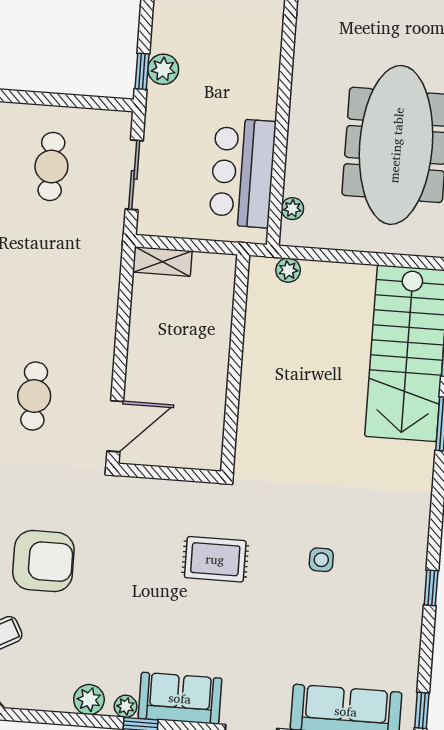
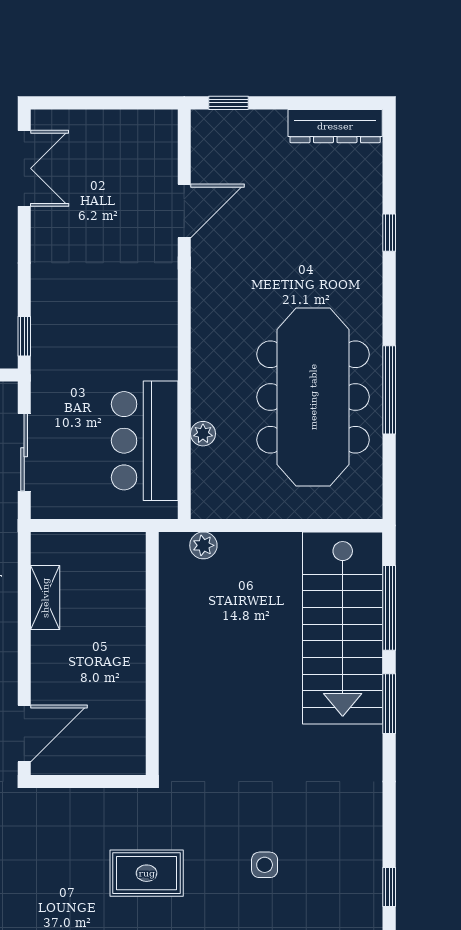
plant: (163, 69) -> (48, 332), removed
plant: (292, 209) -> (203, 434), moved
shelving: (162, 262) -> (45, 598), moved, turned 90

